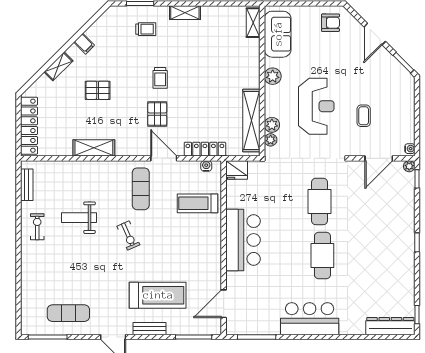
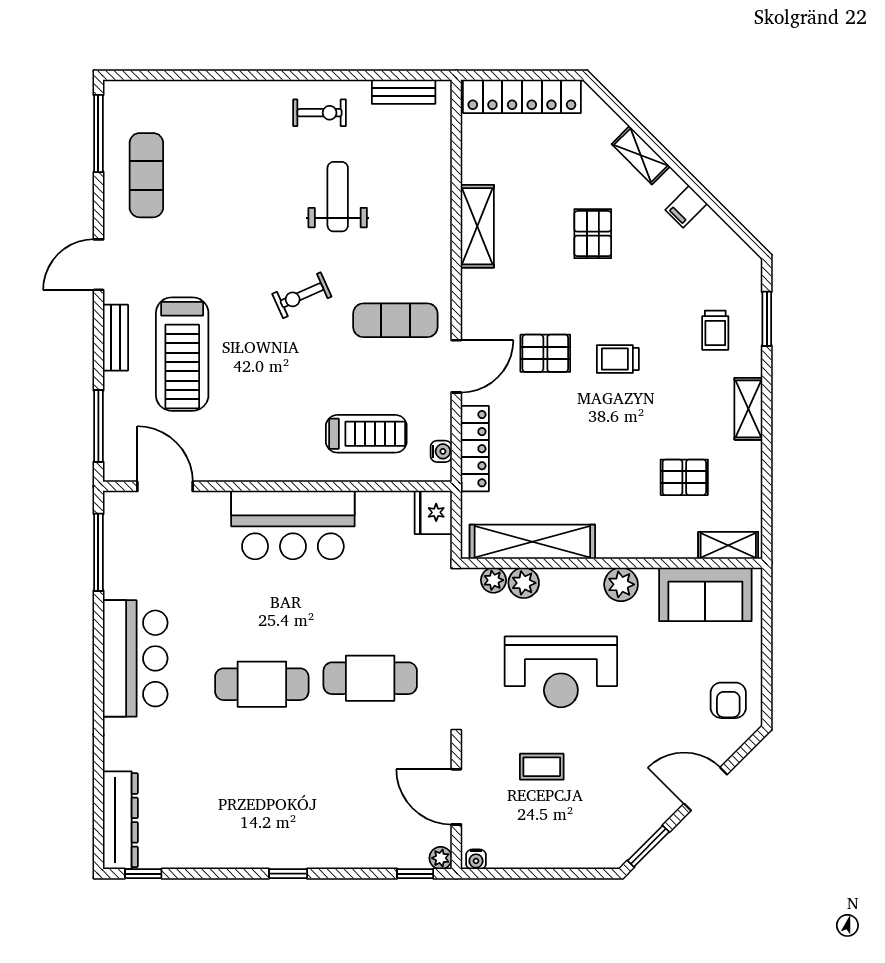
pallet: (219, 45) -> (684, 477), added
treadmill: (197, 203) -> (366, 434), turned 90

